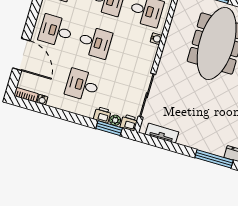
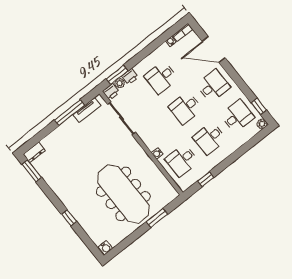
desk: (82, 85) -> (161, 77), turned 180
window: (214, 159) -> (69, 113), moved

